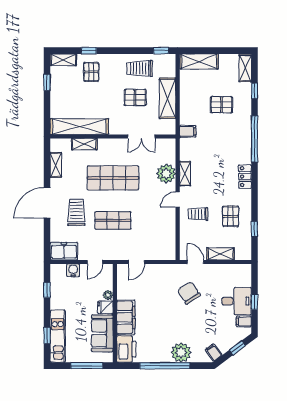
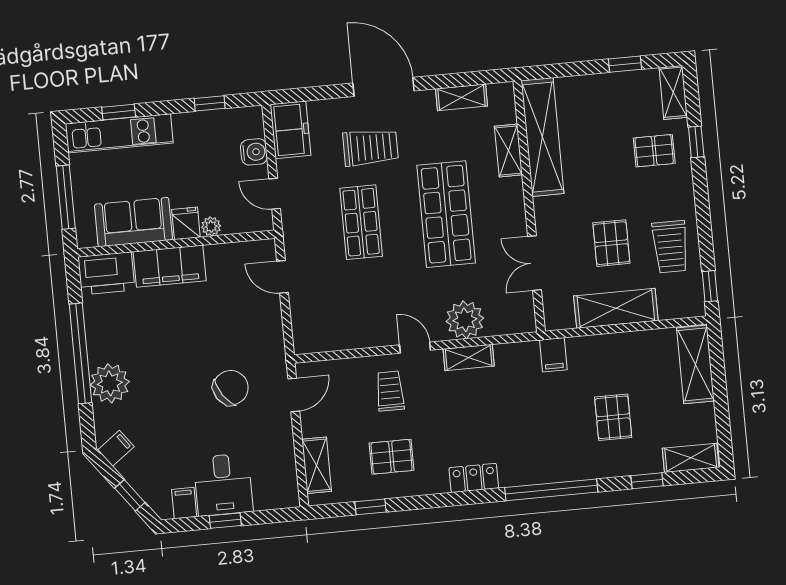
trolley: (140, 68) -> (670, 247), turned 180
shelving: (221, 254) -> (317, 465), moved

